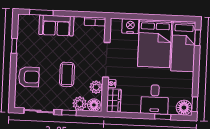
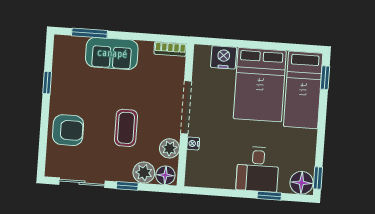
wardrobe: (114, 100) -> (196, 169), removed

